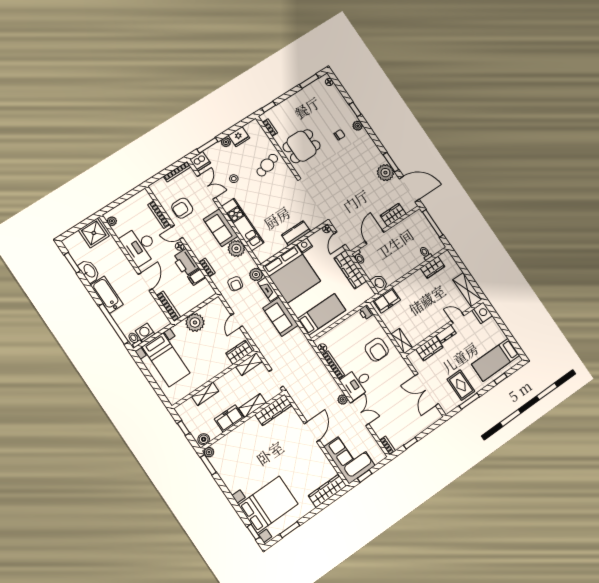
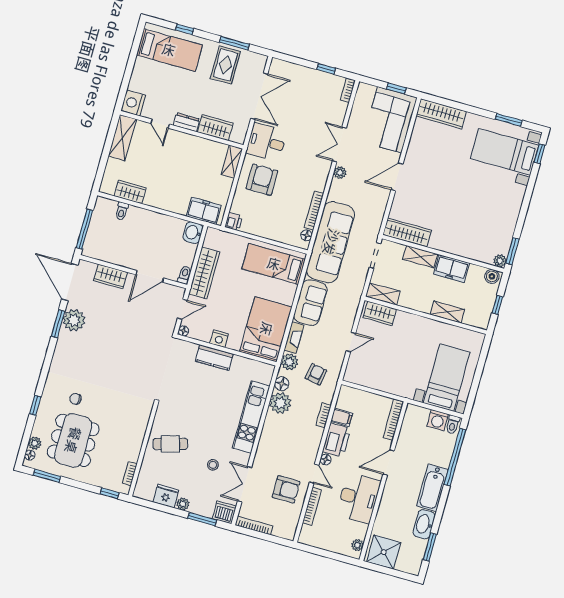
plant: (358, 126) -> (35, 443), moved
dining table: (302, 146) -> (73, 440), moved, width x1.38
sofa: (221, 228) -> (331, 242), moved, width x1.85, depth x1.27
floor lamp: (247, 259) -> (282, 384), added
bed: (291, 274) -> (266, 329), width x0.73
plant: (195, 322) -> (387, 381), removed
desk: (357, 383) -> (266, 142), moved, turned 180
bed with nightstands: (268, 505) -> (505, 152), width x0.73

